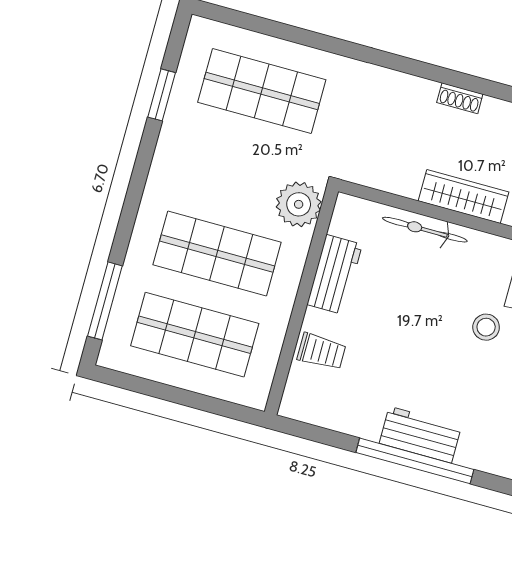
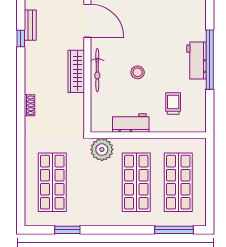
shoe rack: (460, 98) -> (30, 105), moved
bicycle: (425, 230) -> (97, 70), moved
stool: (486, 327) -> (138, 72), moved
trolley: (322, 351) -> (173, 104), moved

